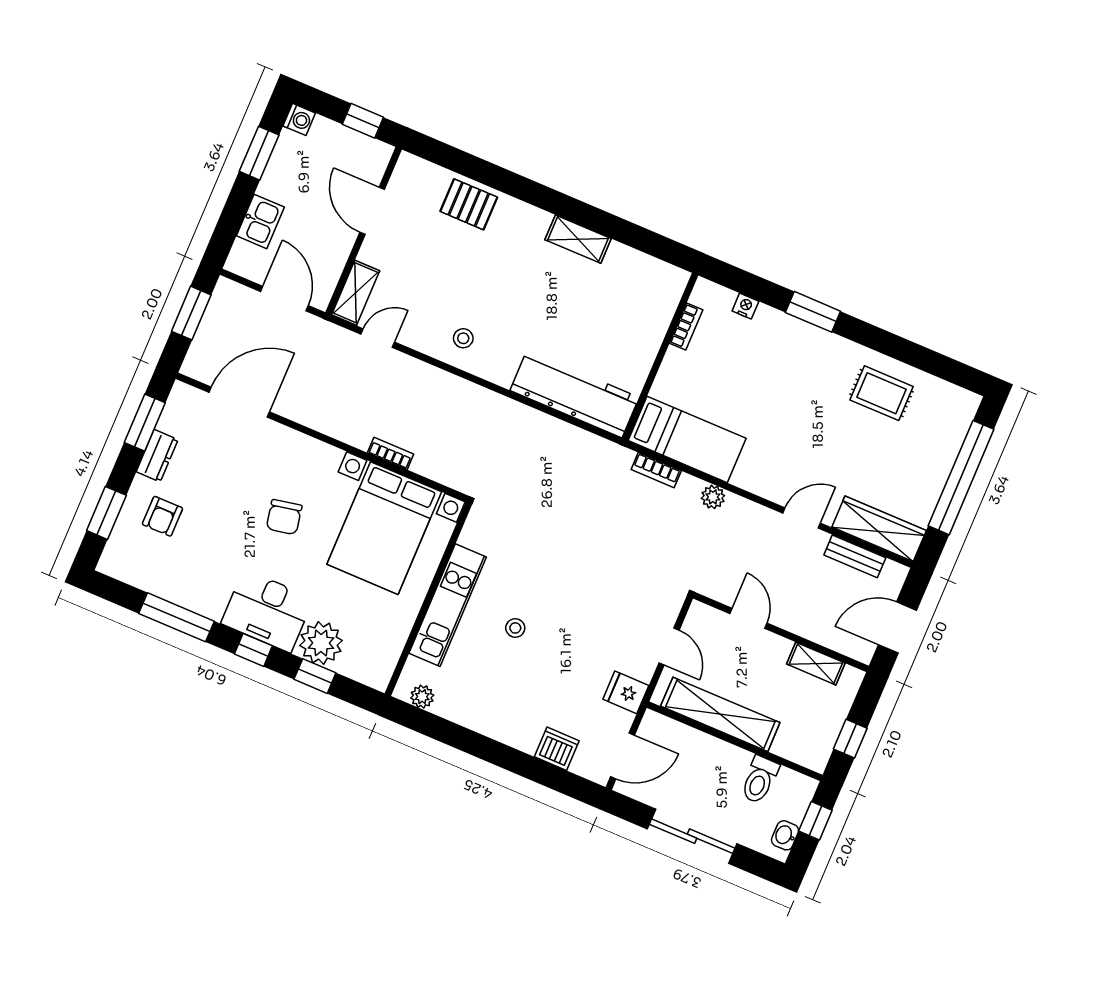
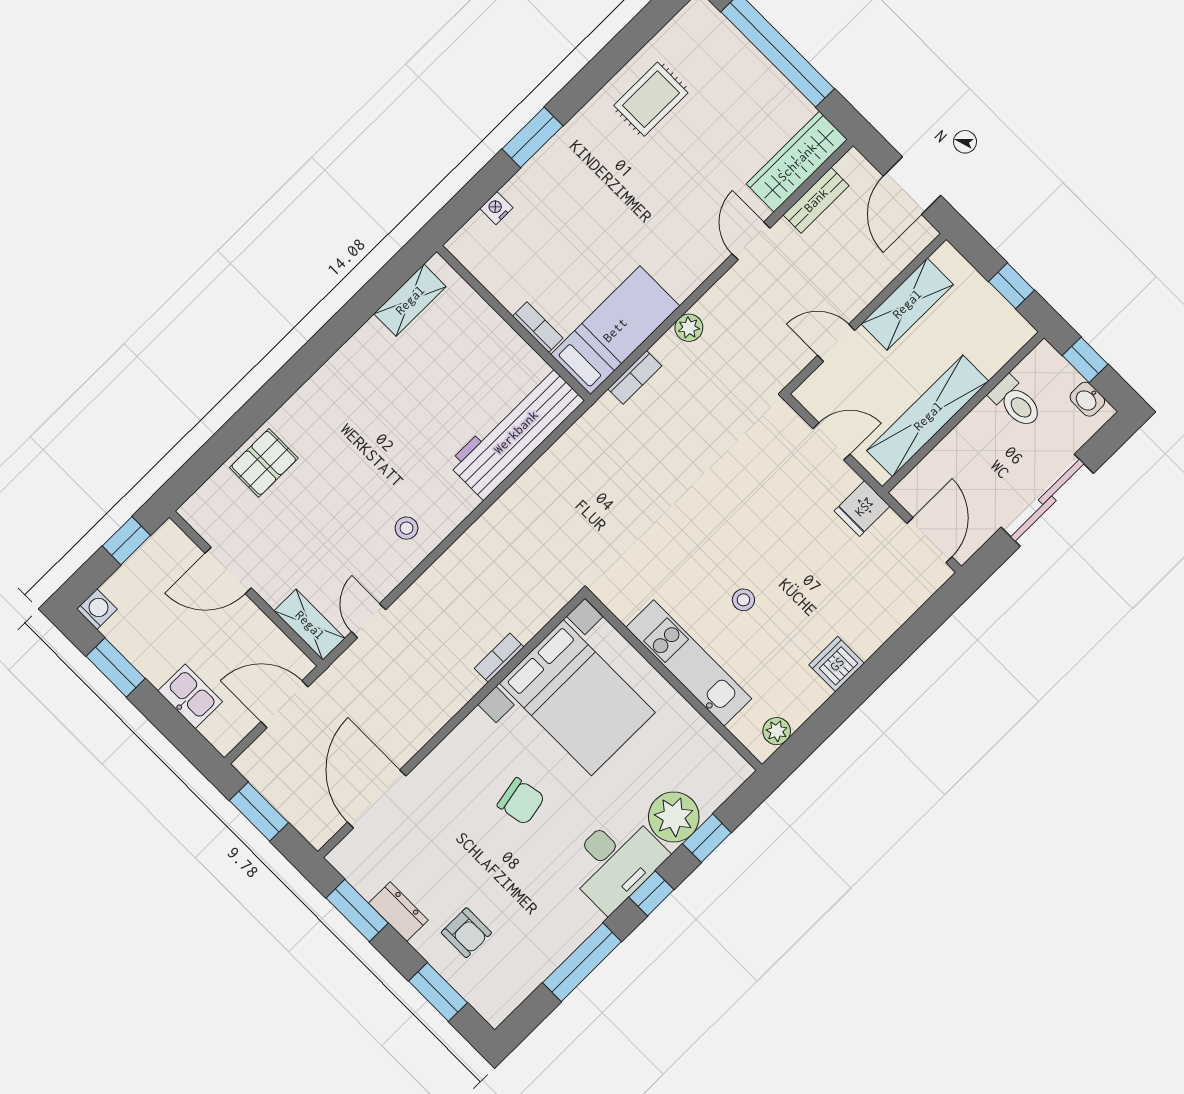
shelving: (578, 239) -> (410, 300), moved
bookcase: (686, 326) -> (538, 327), moved
shelving: (816, 664) -> (907, 304), width x1.50, depth x1.33
dishwasher: (557, 749) -> (837, 664), moved

